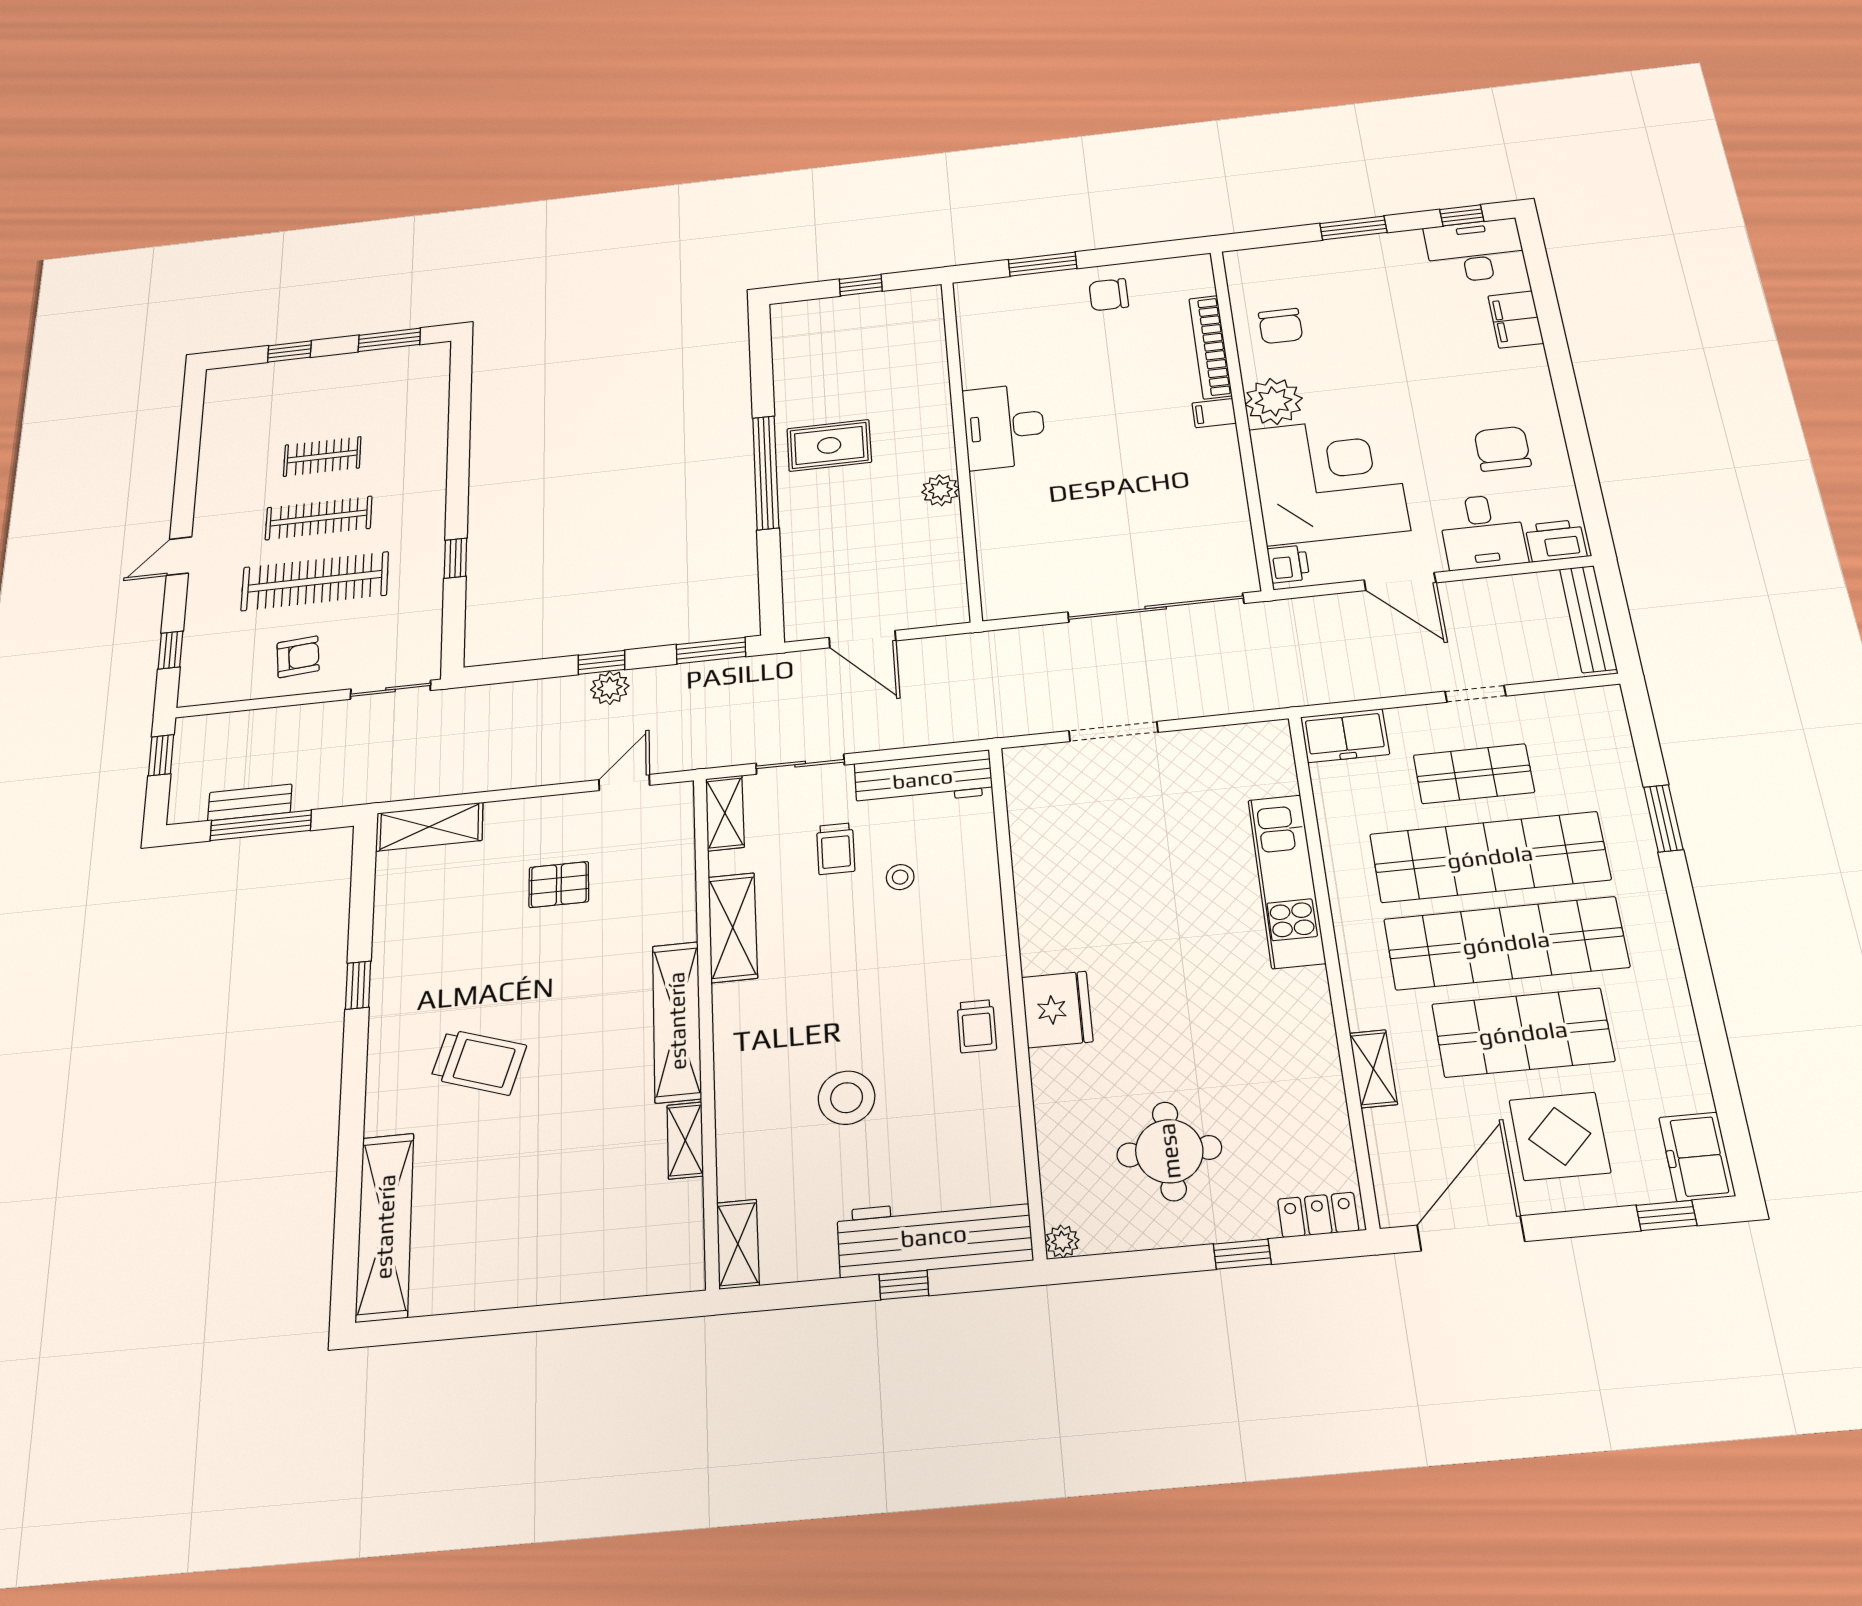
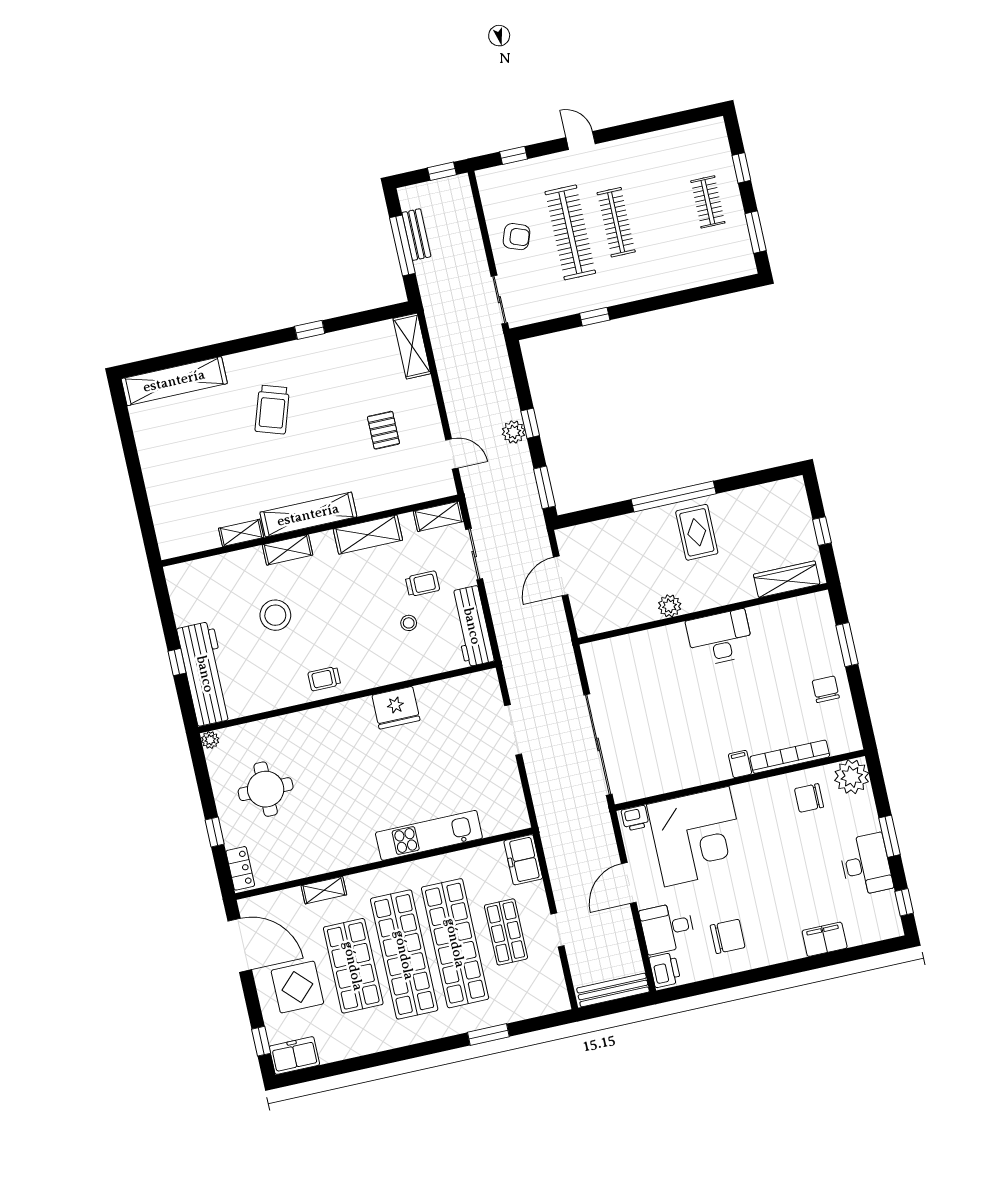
desk: (1475, 251) -> (866, 865), moved
wardrobe: (927, 334) -> (787, 579), added
plant: (1274, 401) -> (852, 777), moved
clothes rail: (322, 456) -> (708, 202), moved
armchair: (298, 657) -> (516, 237), turned -65
trolley: (836, 849) -> (422, 584), turned 180
fridge: (1057, 1009) -> (396, 708), moved
shelving: (738, 1244) -> (288, 550), moved

